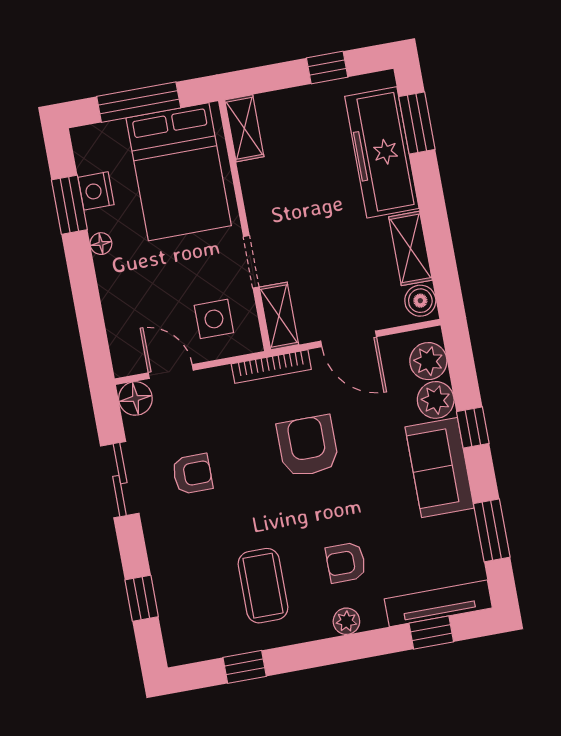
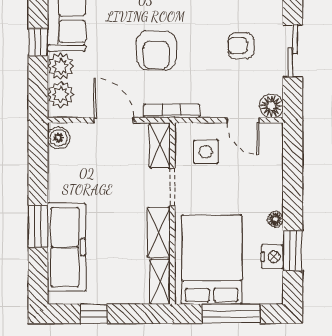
window: (417, 123) -> (38, 226), moved
shelving: (410, 248) -> (159, 232), moved

